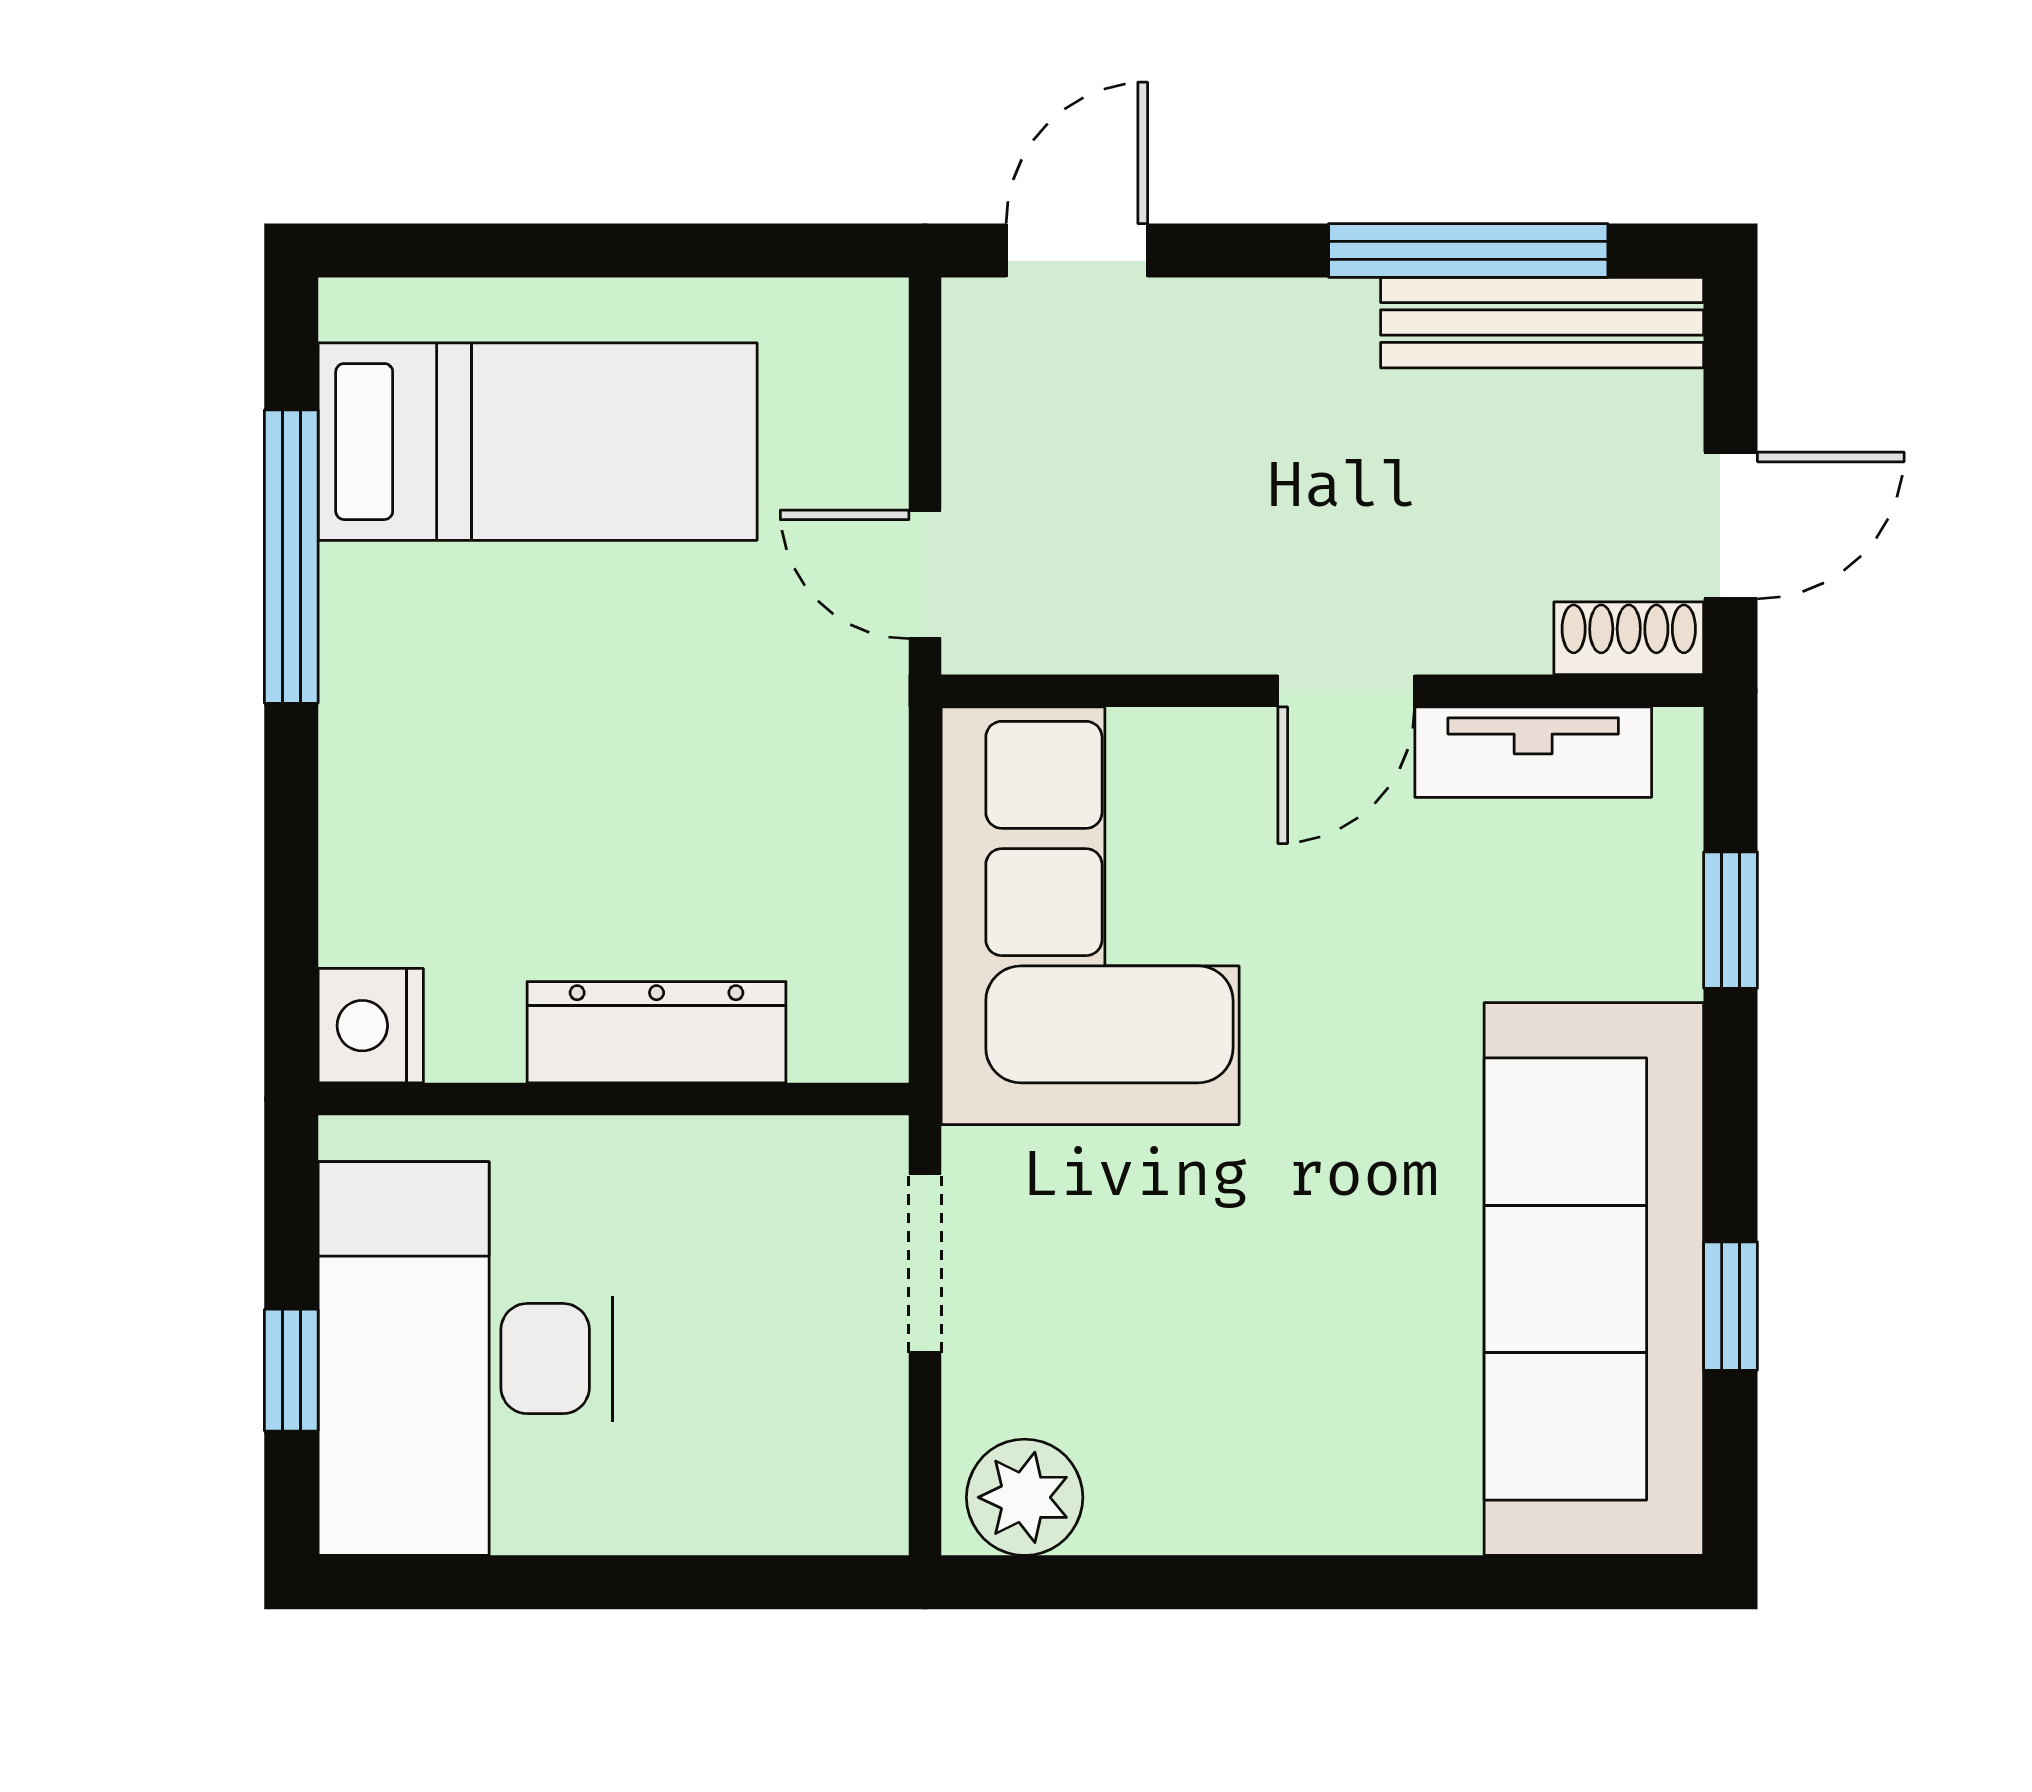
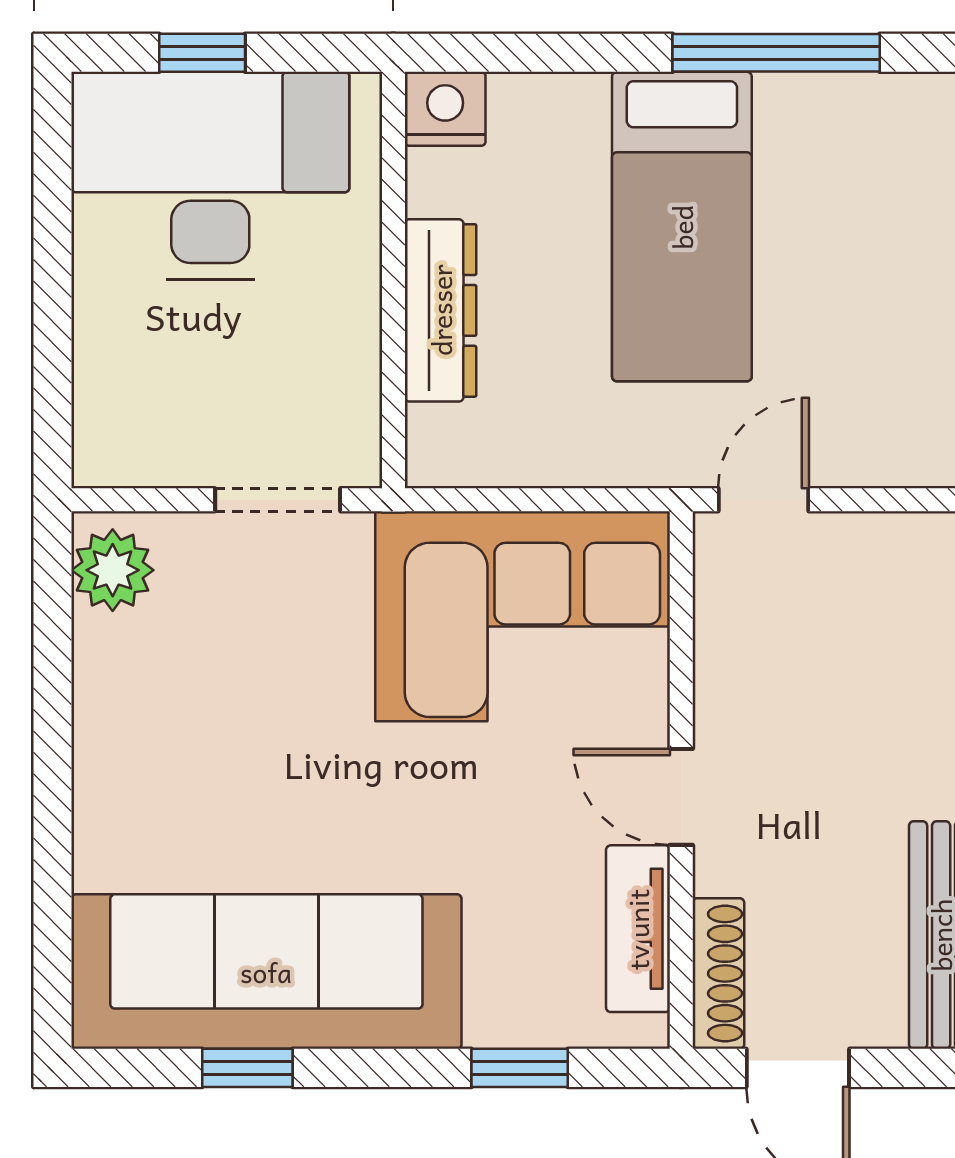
bed: (538, 442) -> (682, 227), moved
shoe rack: (1629, 638) -> (718, 974), width x1.43

